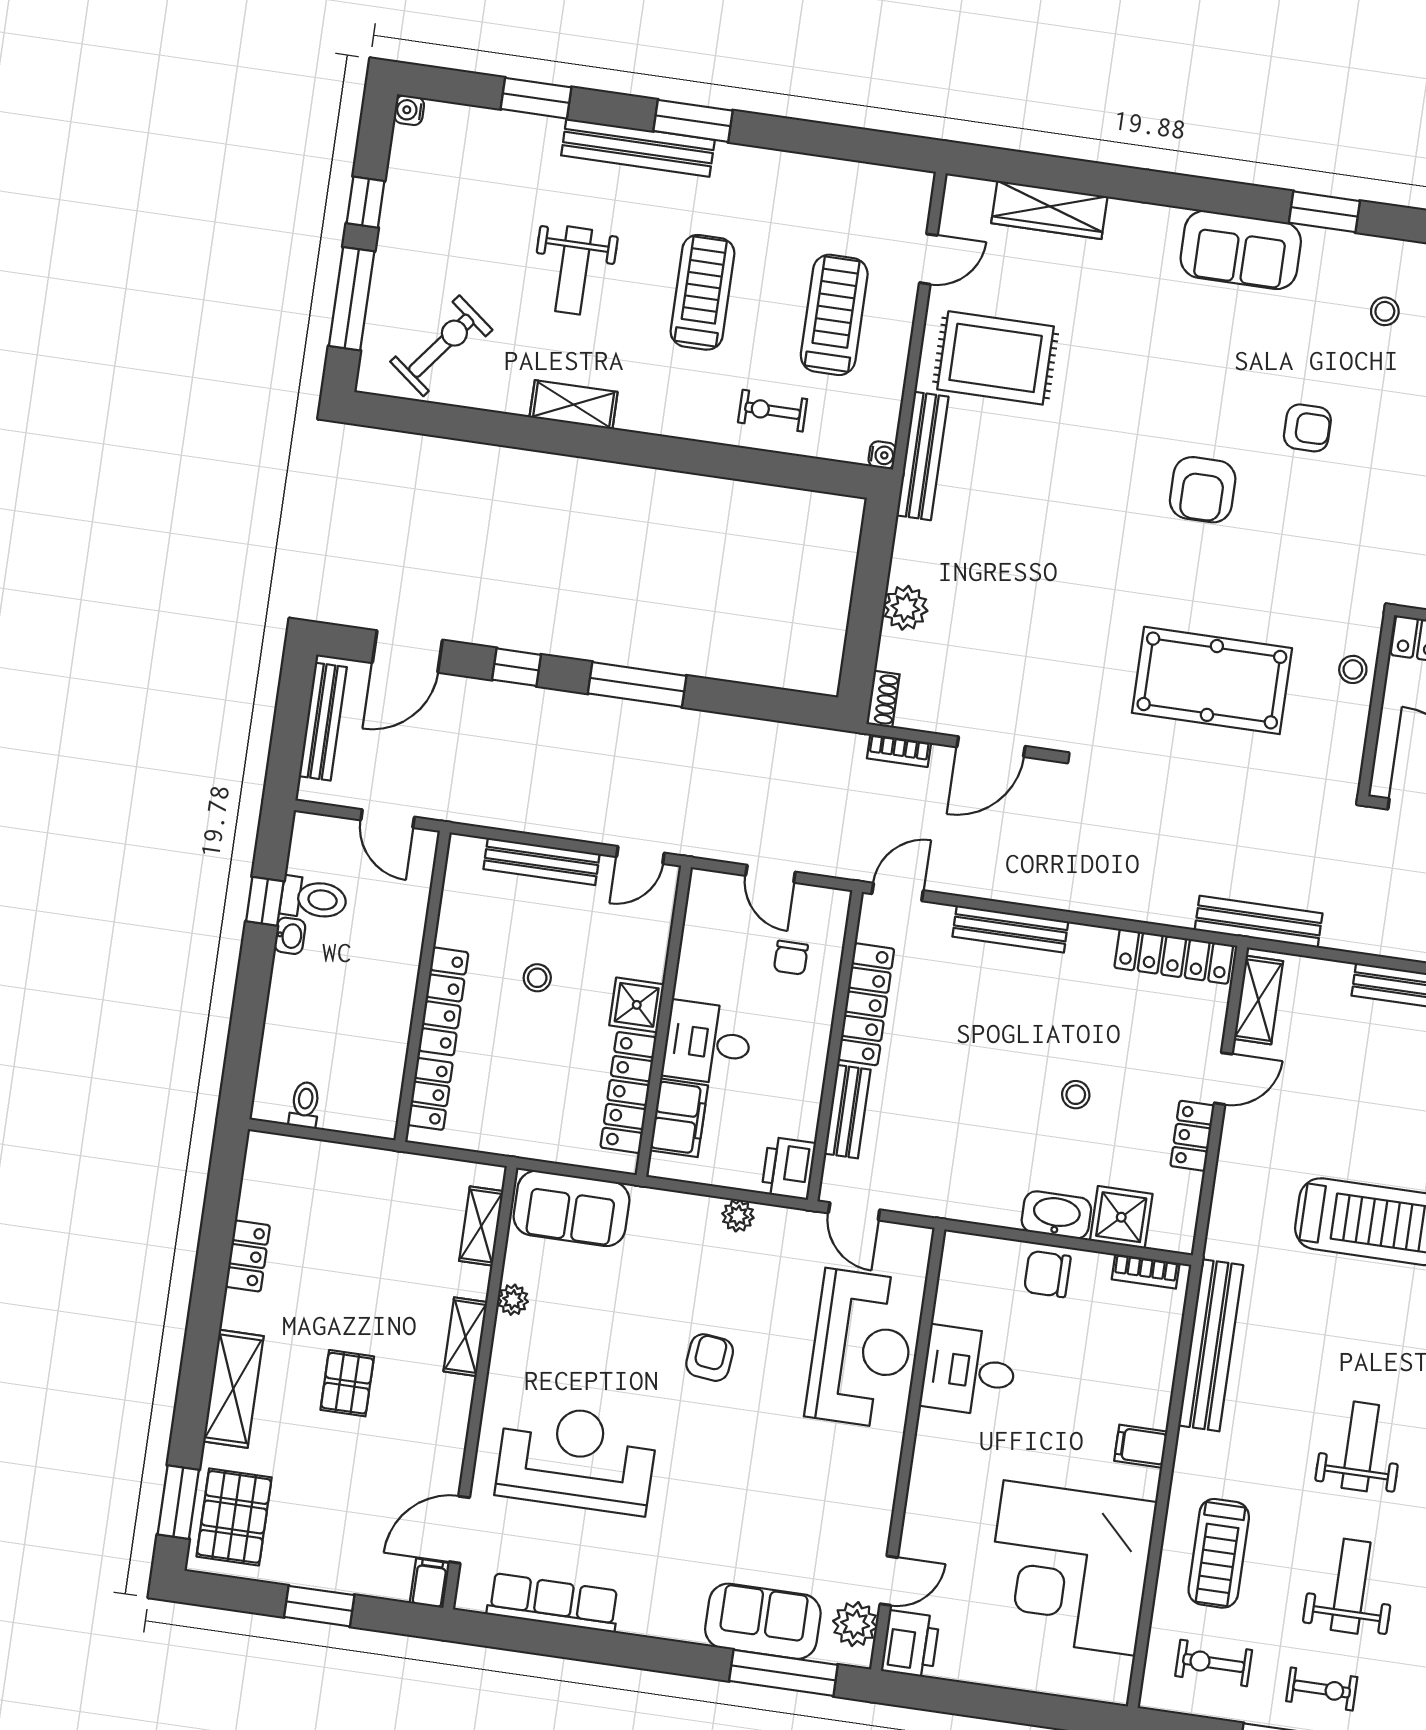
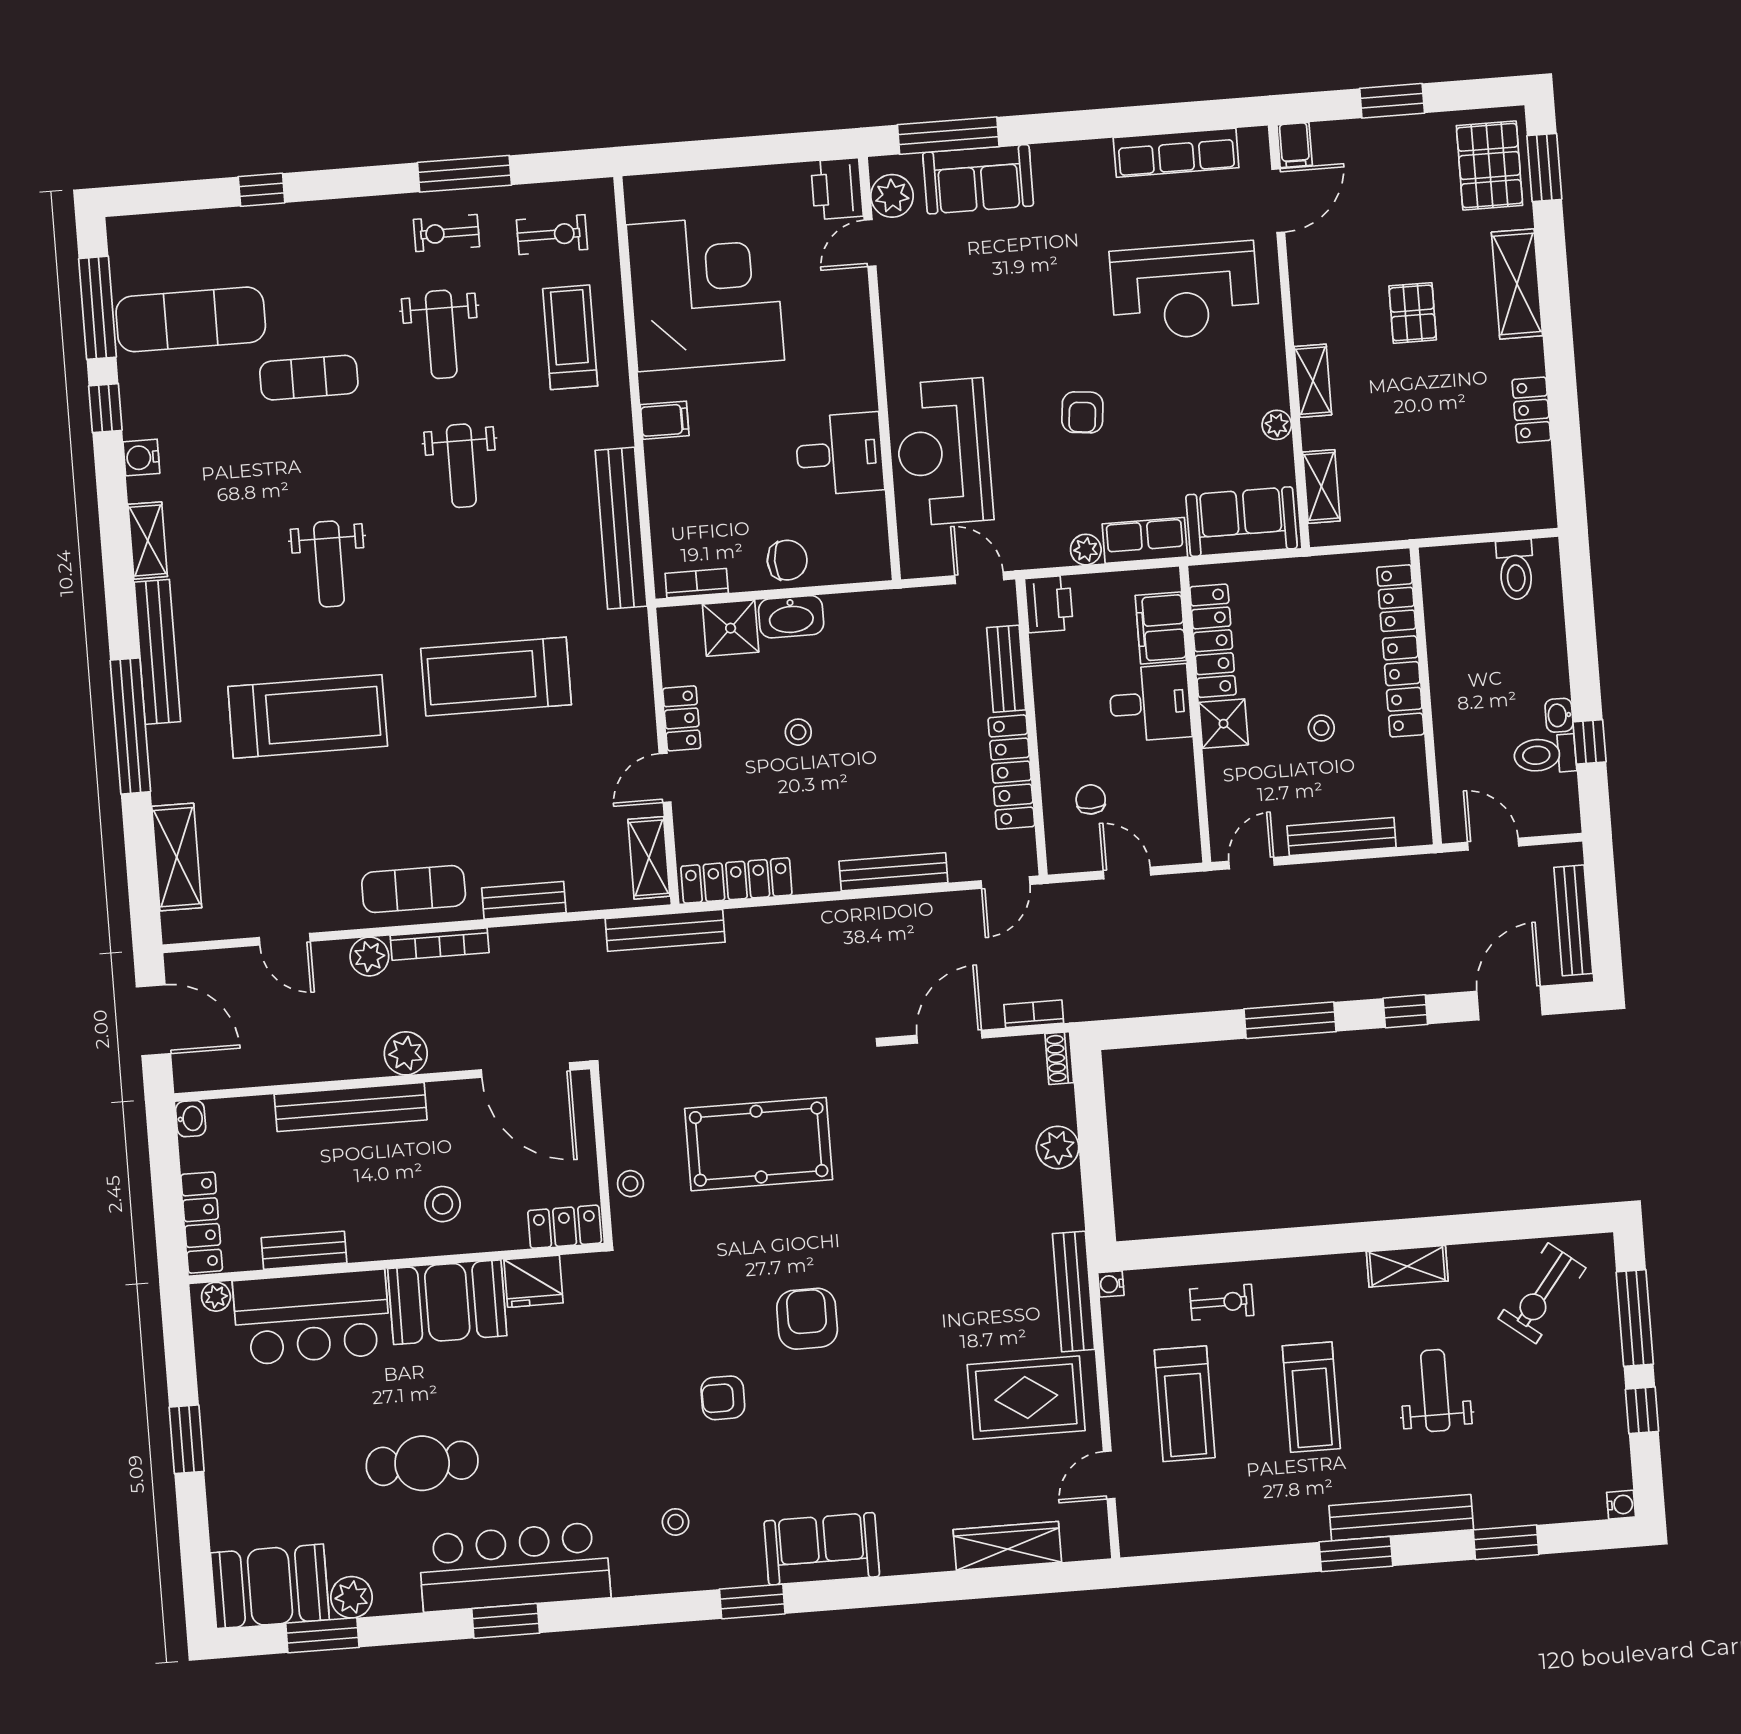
toilet: (305, 1105) -> (1516, 570), width x1.37, depth x1.39
row of seats: (675, 1211) -> (1145, 540), added

